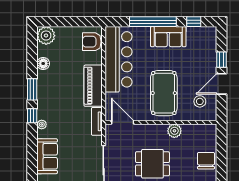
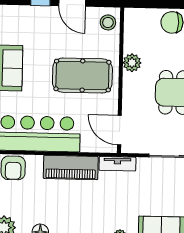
stool: (200, 101) -> (108, 22), moved
door: (123, 122) -> (119, 130), hinge flipped

